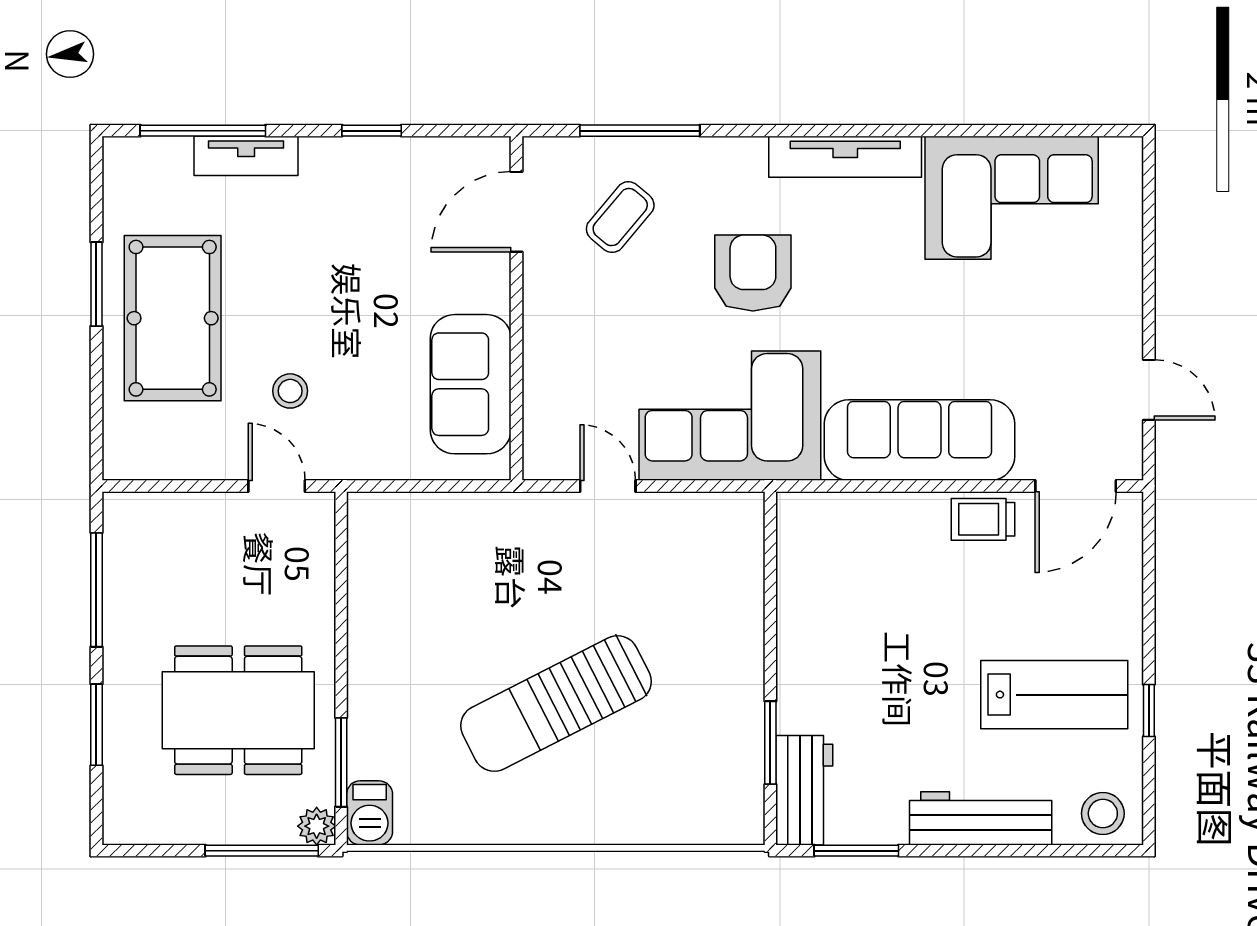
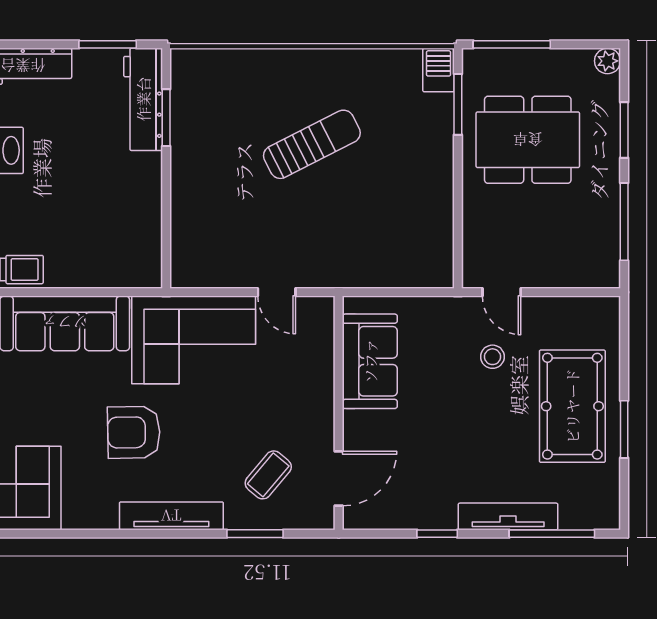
window: (640, 131) -> (255, 534), width x0.69
tv unit: (246, 156) -> (508, 516), width x1.41
tv unit: (845, 157) -> (171, 516), moved
armchair: (753, 273) -> (134, 432), moved, turned 89
sun lounger: (556, 704) -> (312, 144), width x0.73, depth x0.75
workbench: (804, 790) -> (143, 99), width x1.38
plant: (317, 826) -> (607, 61), moved

